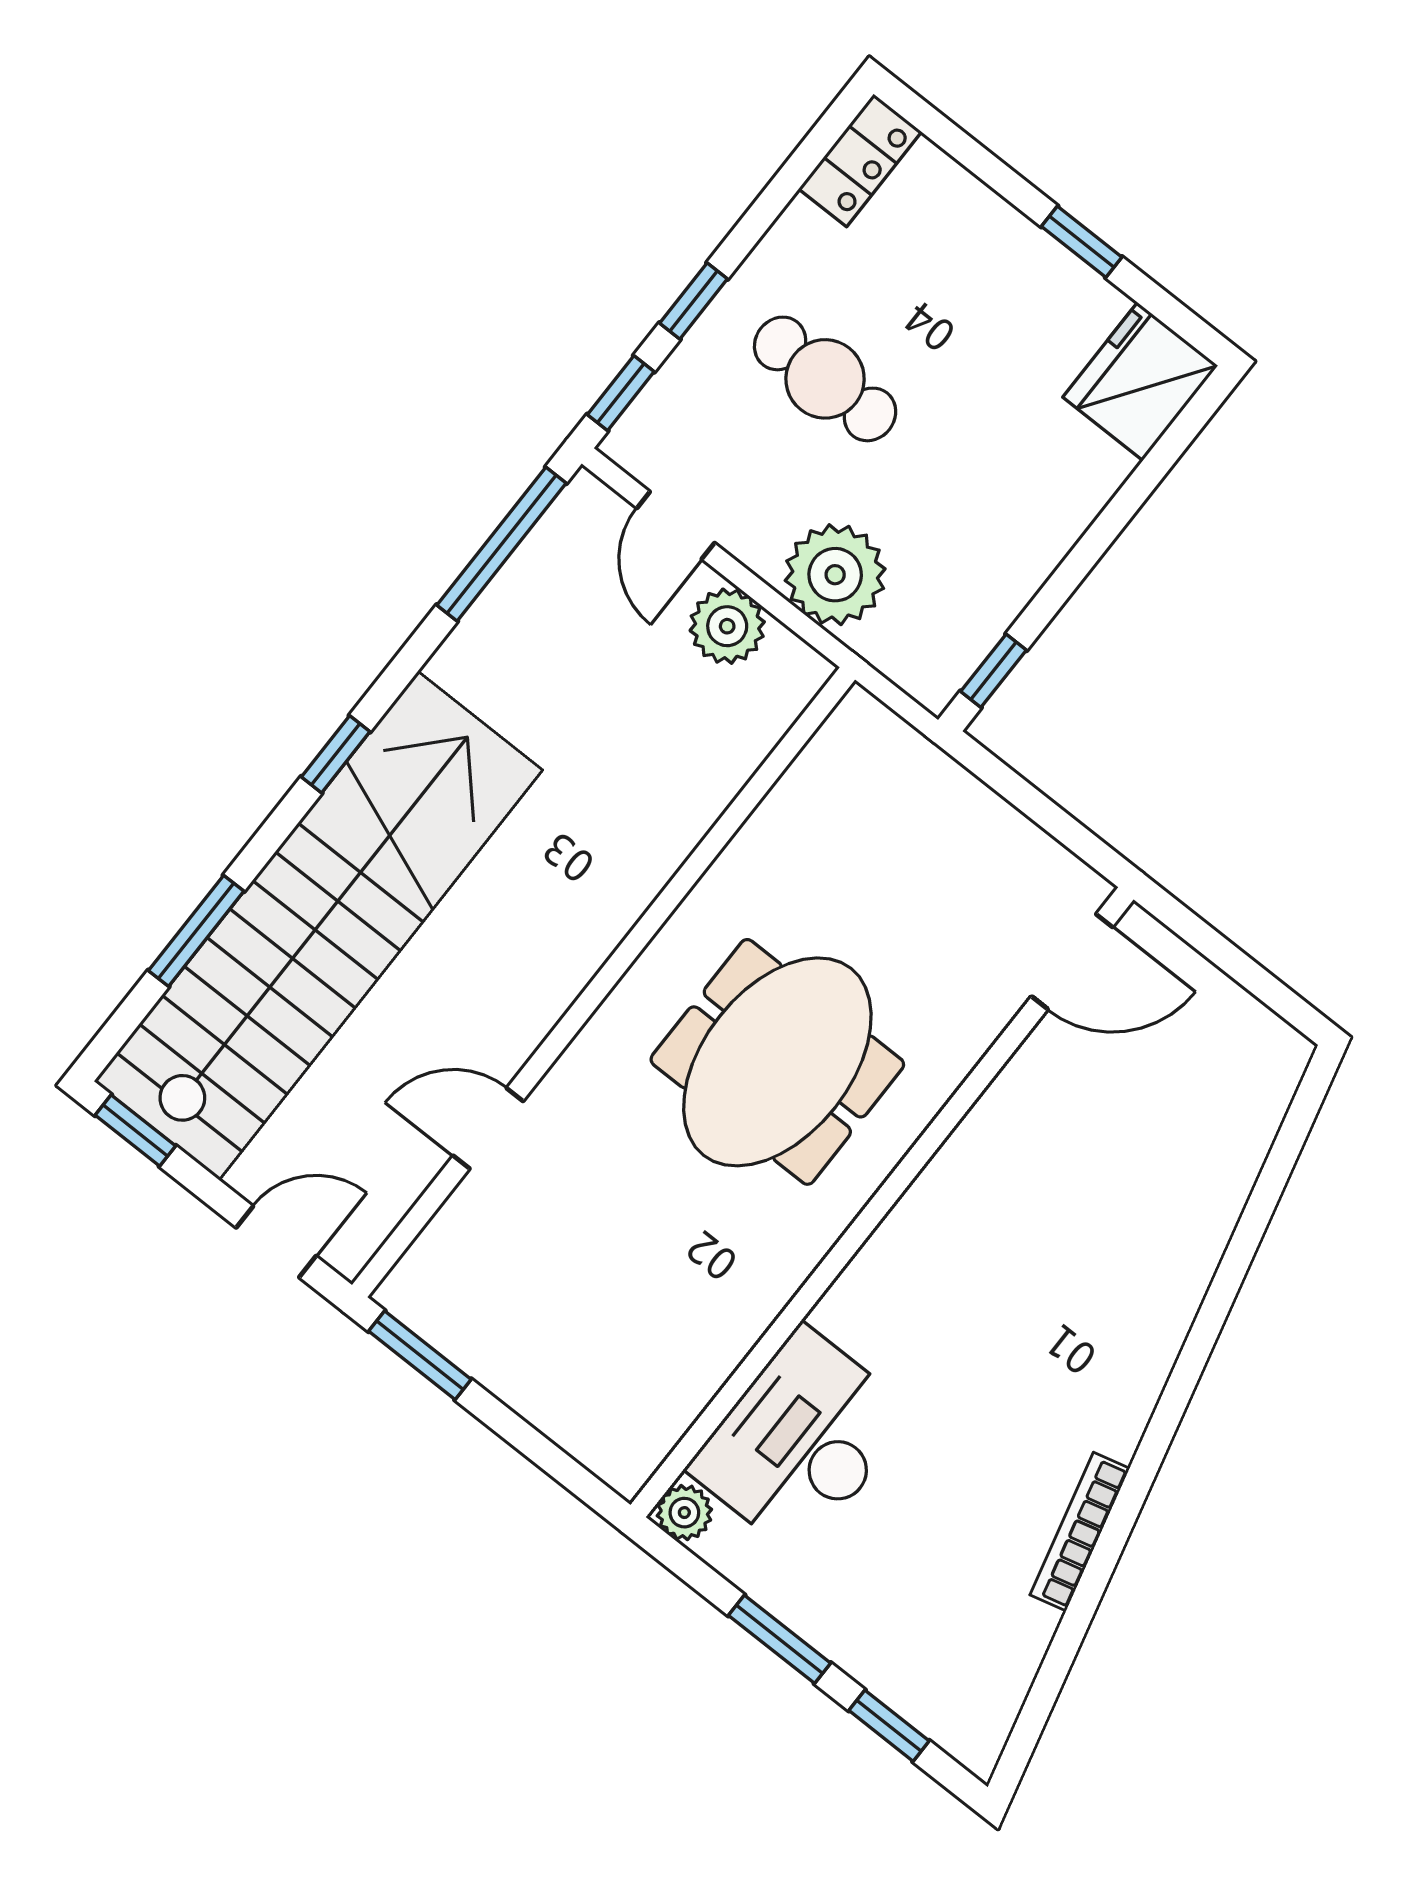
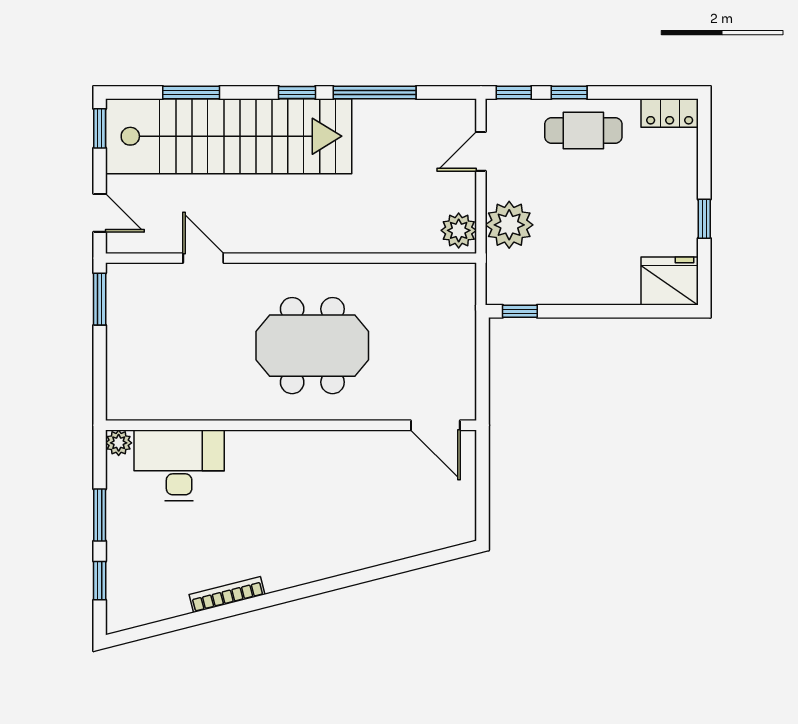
cafe table: (825, 379) -> (583, 131), moved, turned 90
window: (502, 544) -> (375, 93), moved
plant: (727, 626) -> (459, 230), moved

